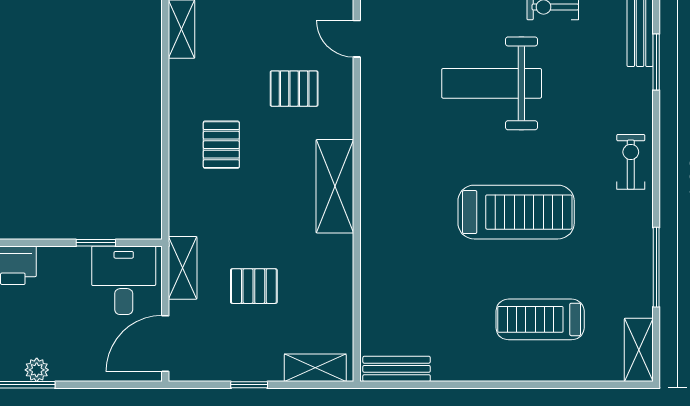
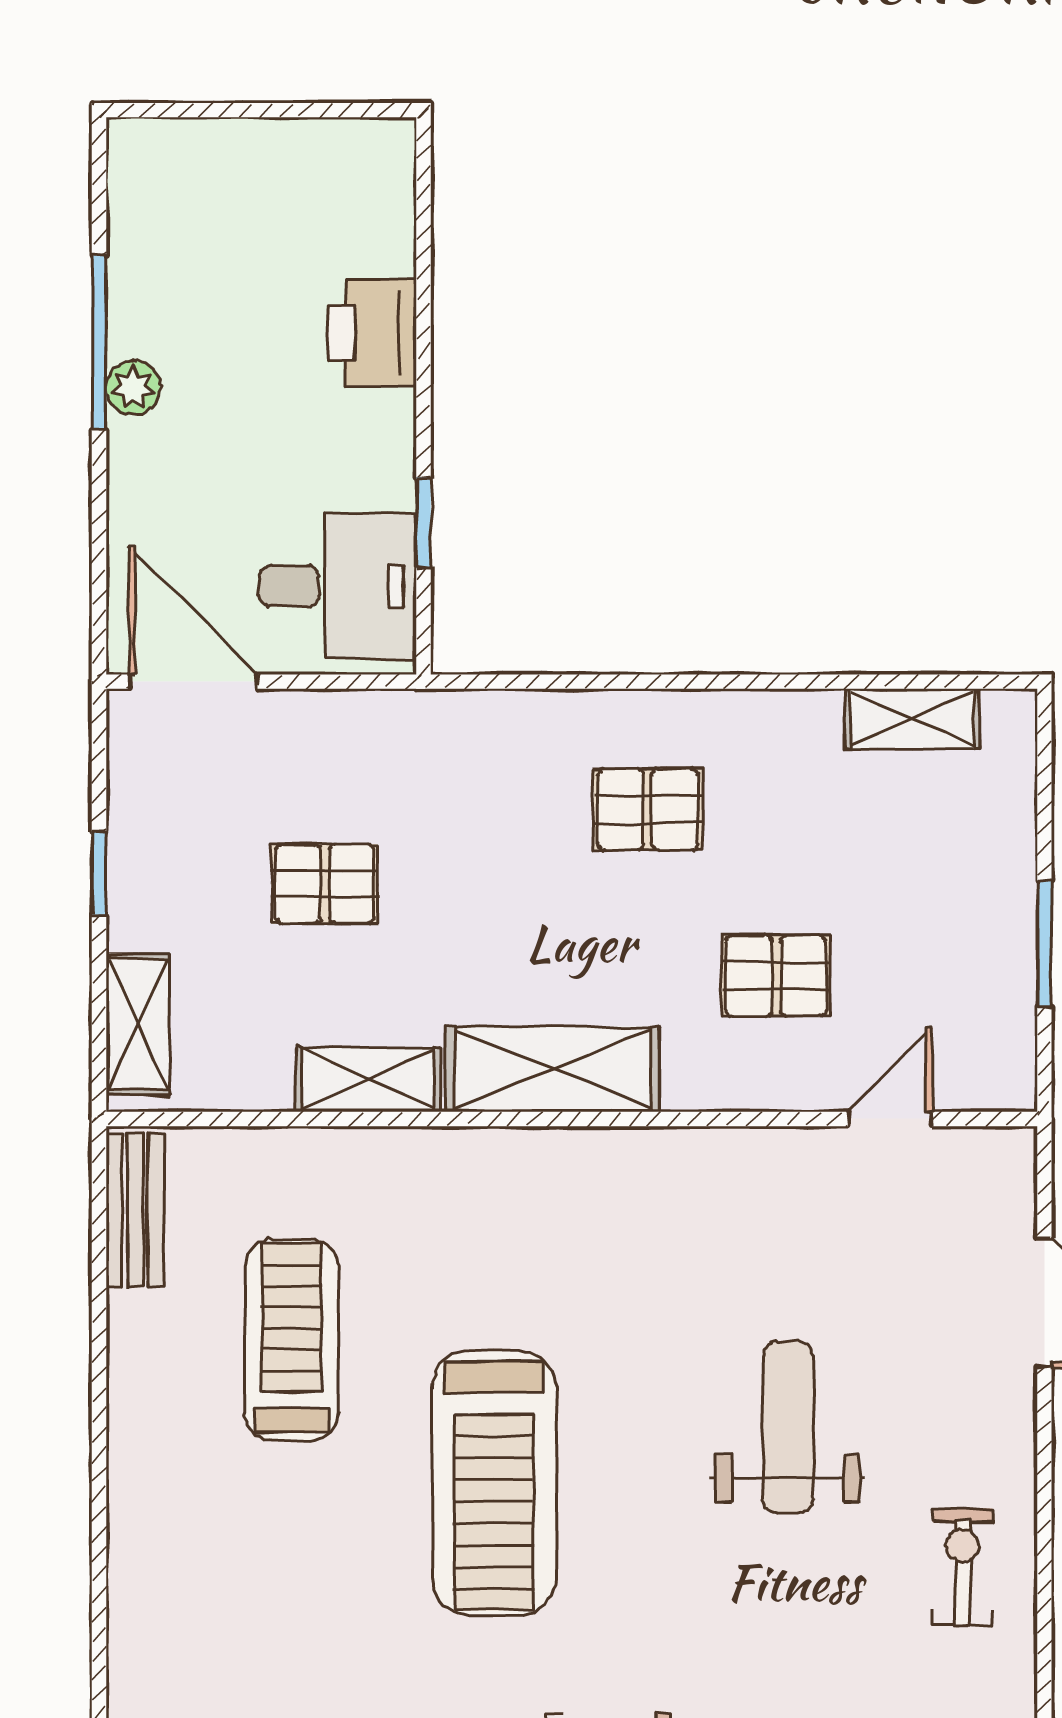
weight bench: (492, 83) -> (788, 1427), width x0.73, depth x0.75
pallet: (294, 89) -> (776, 976), turned 90
shelving: (183, 268) -> (368, 1080), moved
pallet: (254, 286) -> (325, 884), turned 90
treadmill: (540, 319) -> (292, 1340), moved

